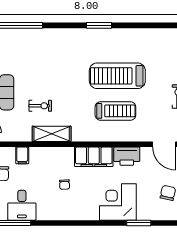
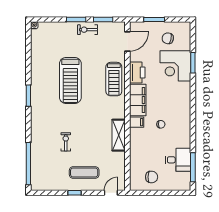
exercise bike: (40, 106) -> (66, 142), moved
treadmill: (115, 111) -> (114, 79), moved, turned 180
filing cabinet: (22, 155) -> (137, 122), moved
corner desk: (118, 202) -> (175, 66), moved

